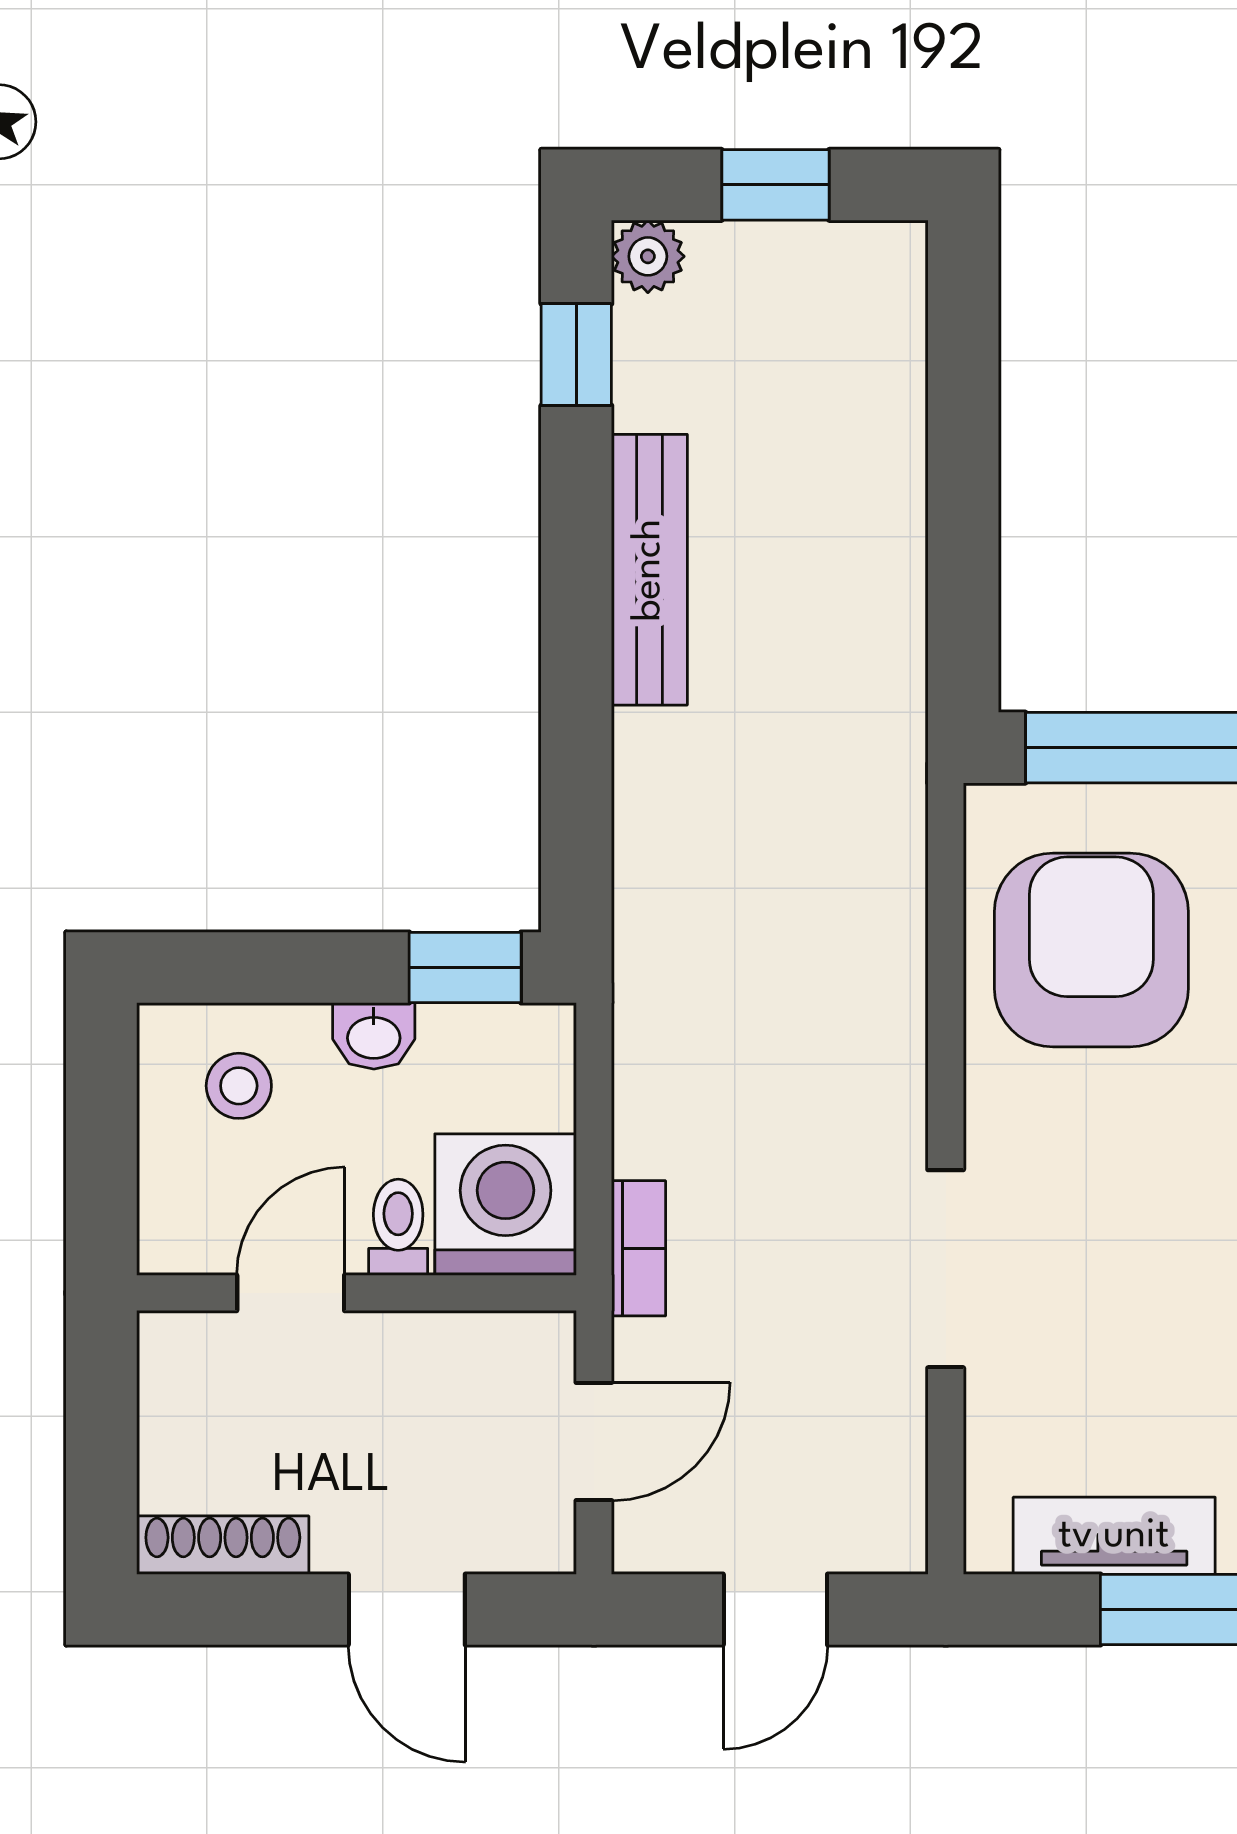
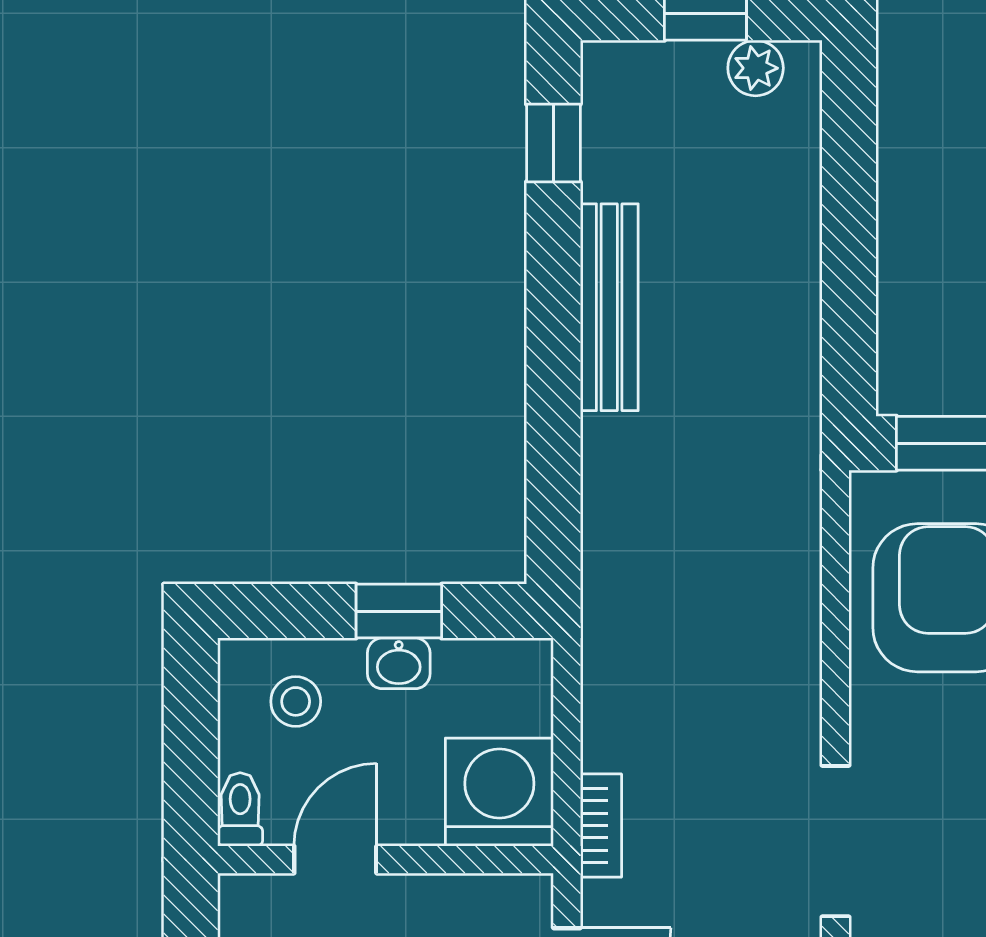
plant: (648, 256) -> (756, 68), moved
window: (465, 968) -> (399, 611), moved
toilet: (398, 1227) -> (240, 809), moved

